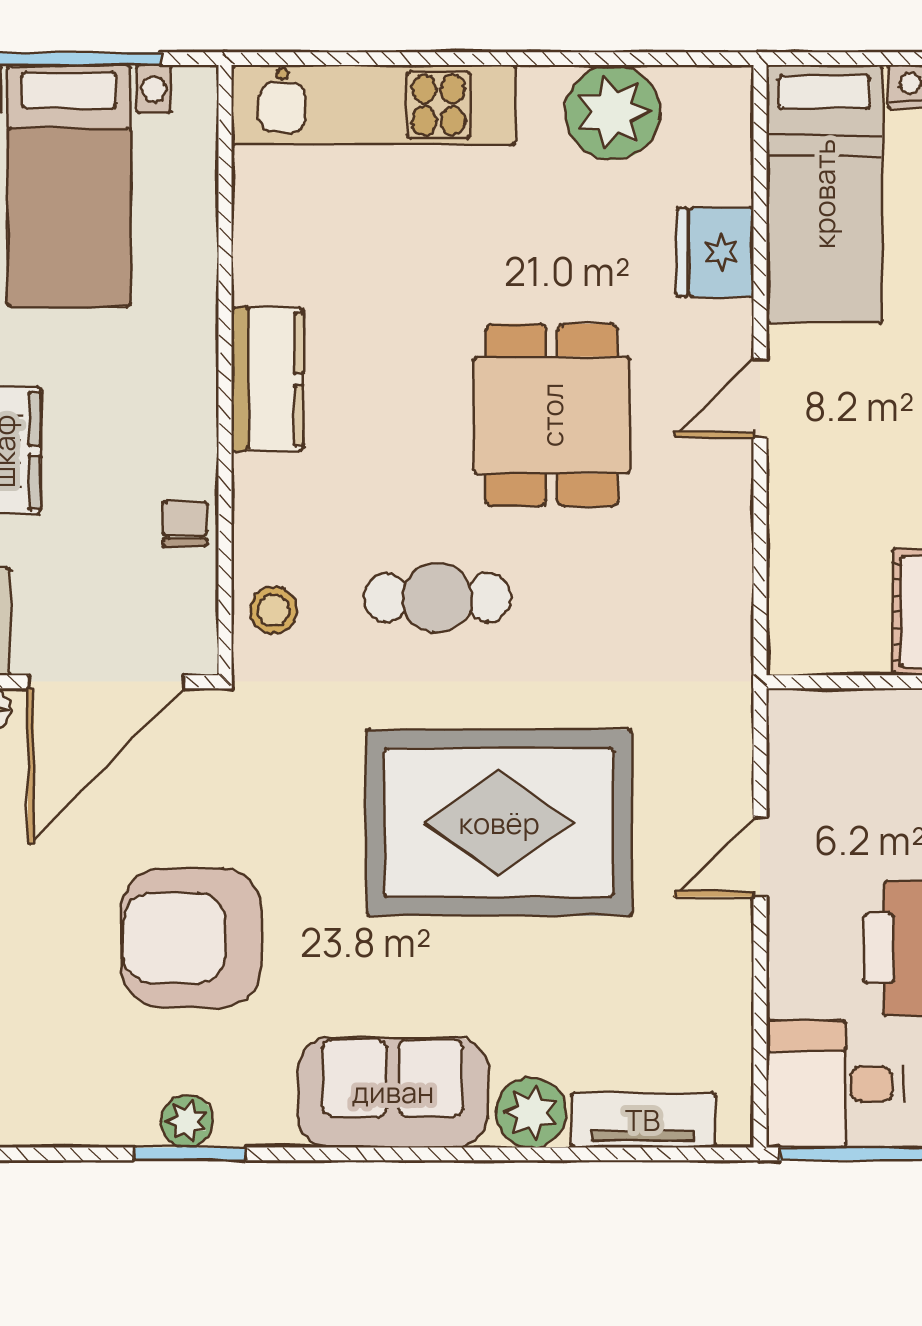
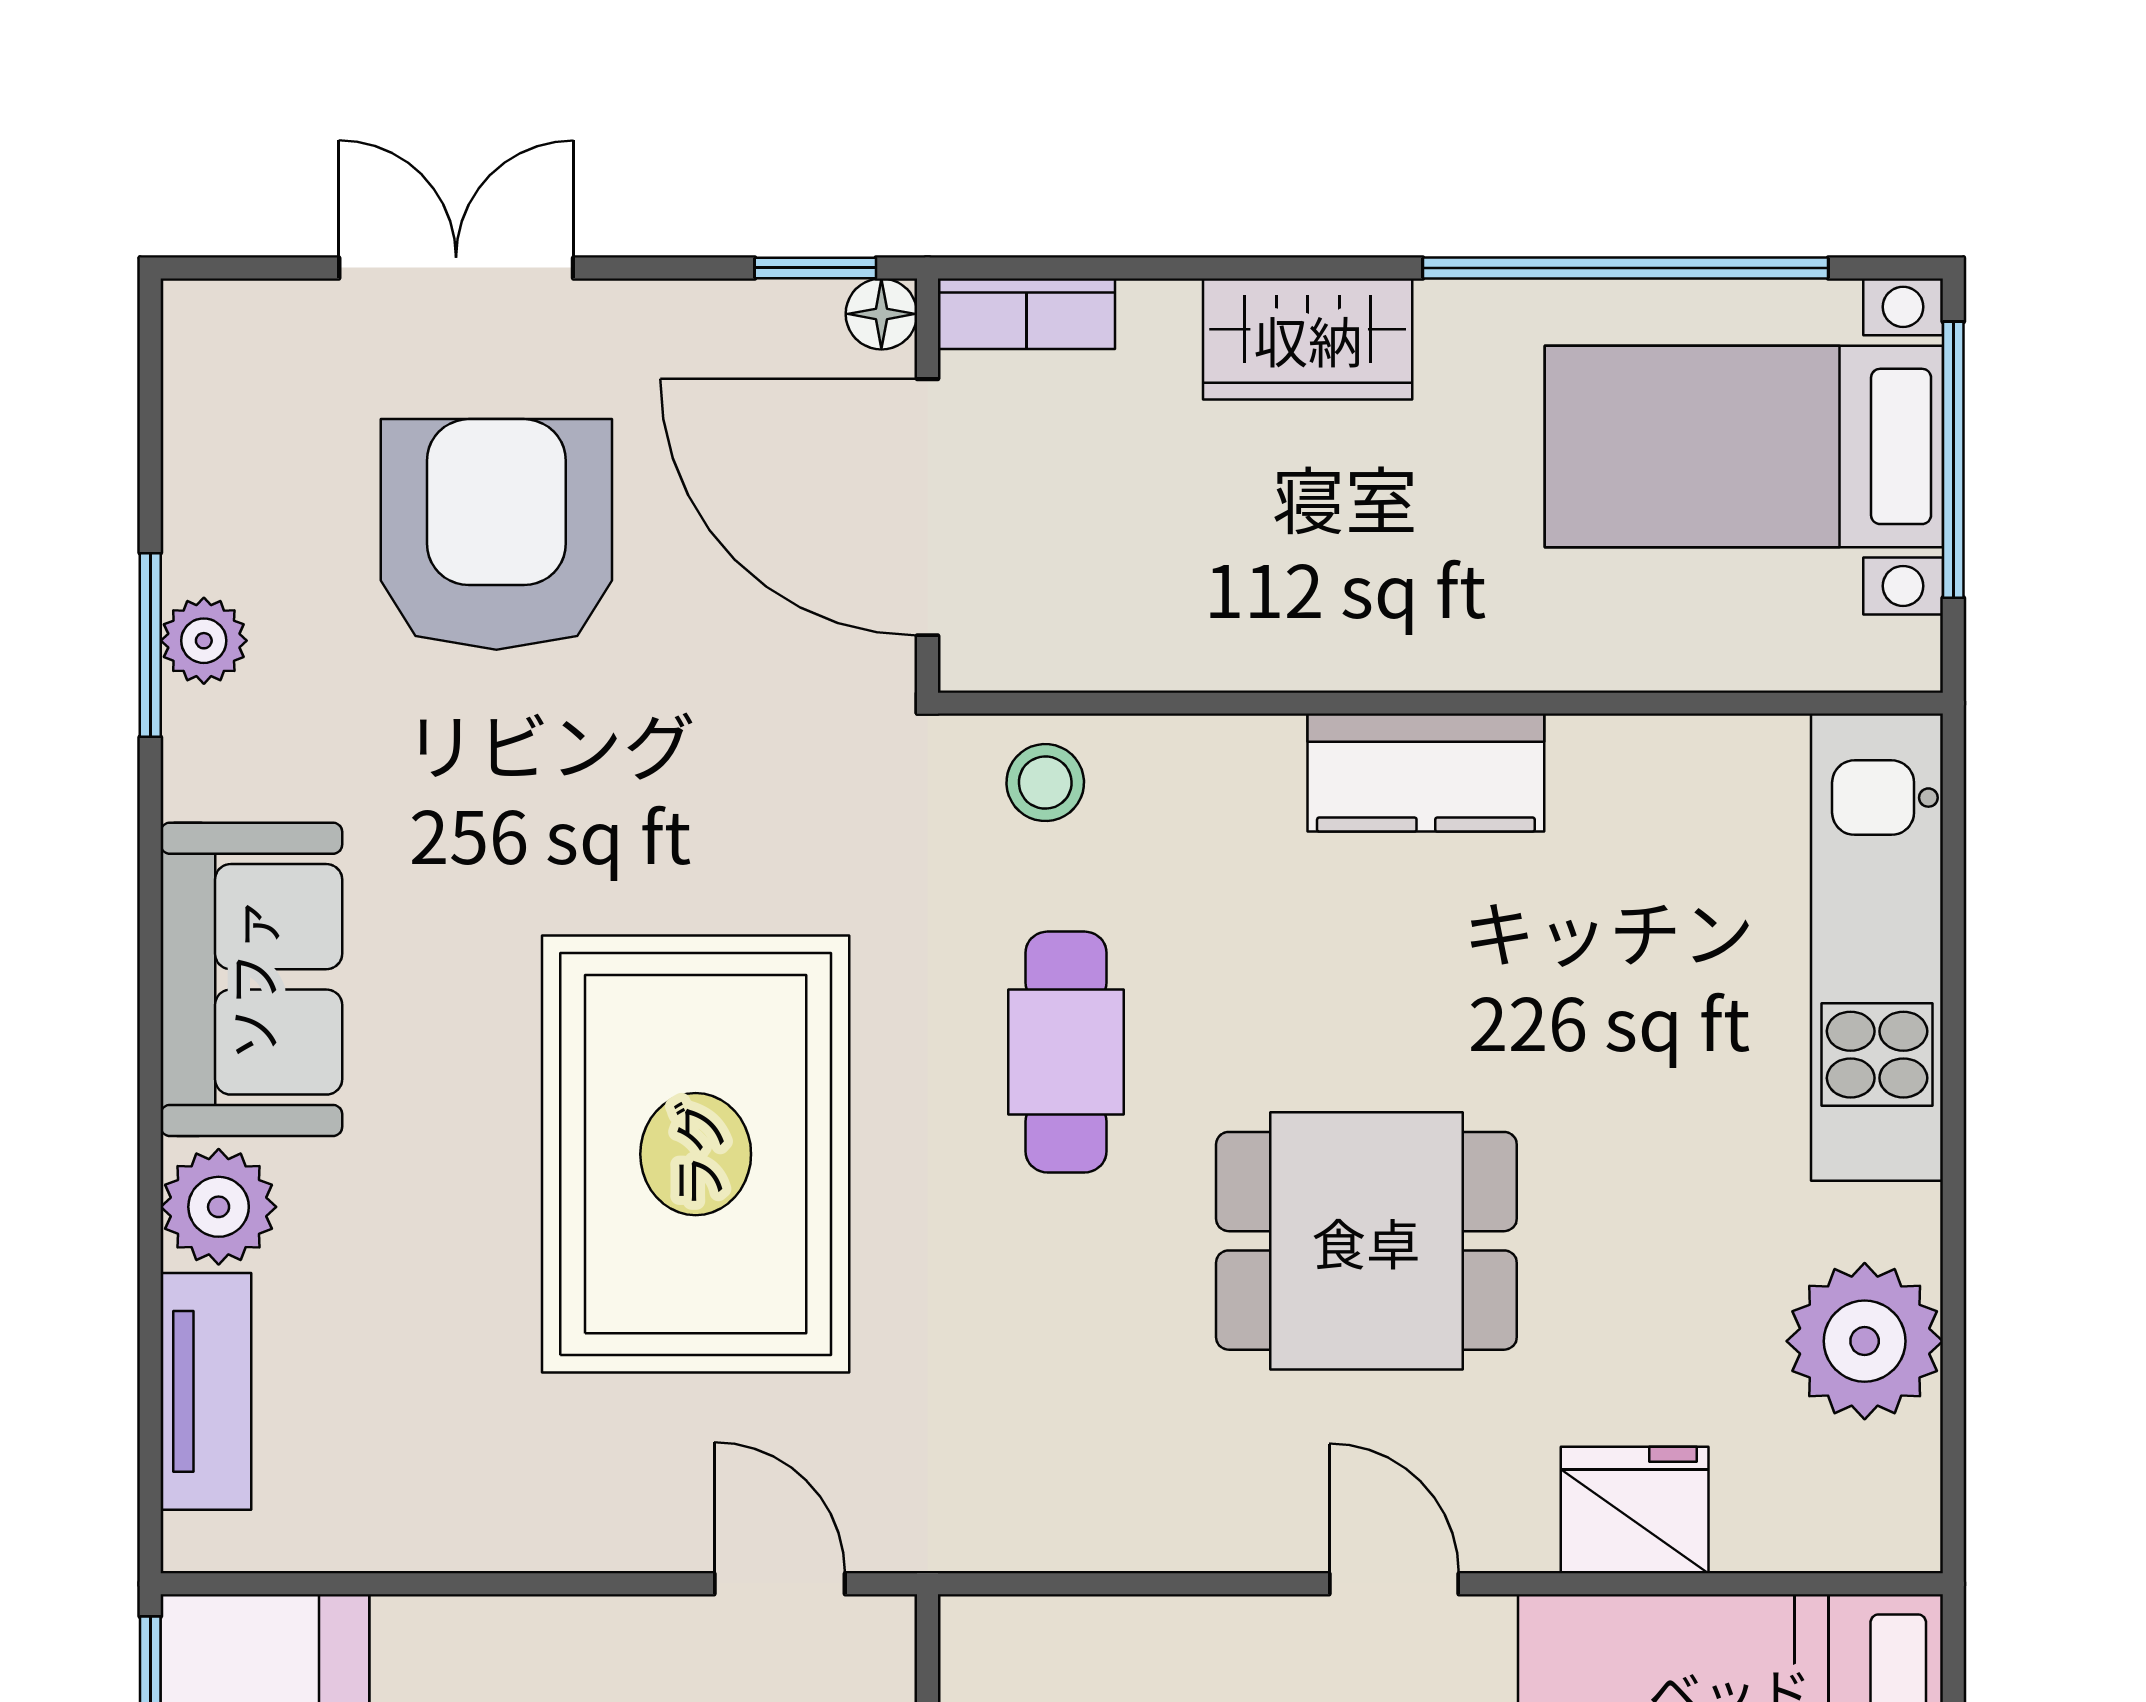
chair: (185, 524) -> (1188, 637), removed
door: (760, 857) -> (780, 1584), moved
armchair: (191, 938) -> (496, 534), moved

